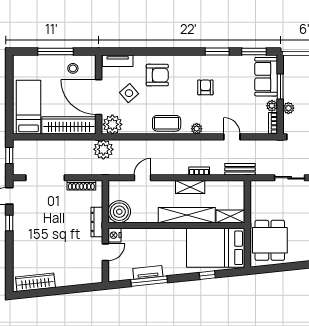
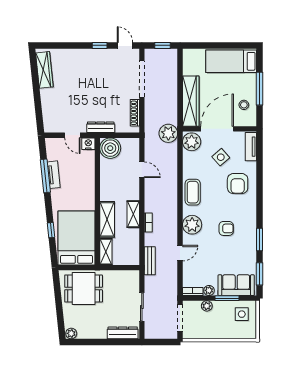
side table: (297, 71) -> (242, 314), added
bed: (29, 107) -> (231, 61), moved, turned 180
plant: (197, 129) -> (192, 225), width x1.88, depth x1.88
shelving: (187, 215) -> (107, 219), width x0.68

